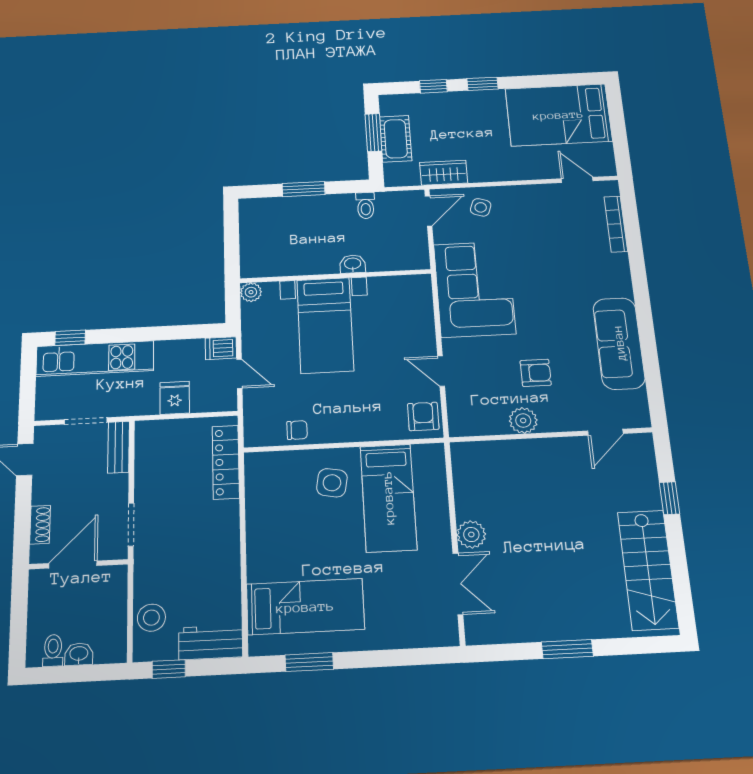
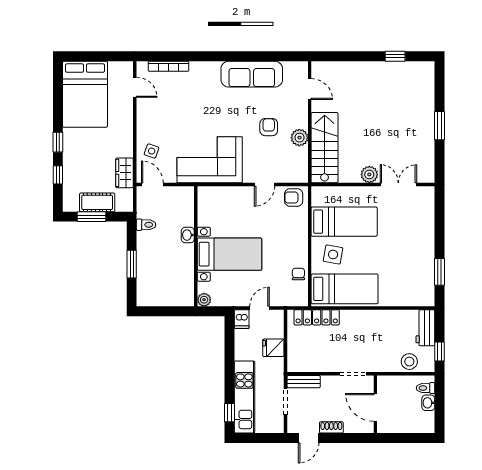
door: (577, 180) -> (135, 87), swing flipped
window: (670, 498) -> (395, 56), moved
shoe rack: (40, 525) -> (331, 427), moved
stairs: (648, 570) -> (325, 148), moved, turned -90
bed: (305, 607) -> (345, 289), moved, turned 90
toilet: (53, 651) -> (426, 388), moved

